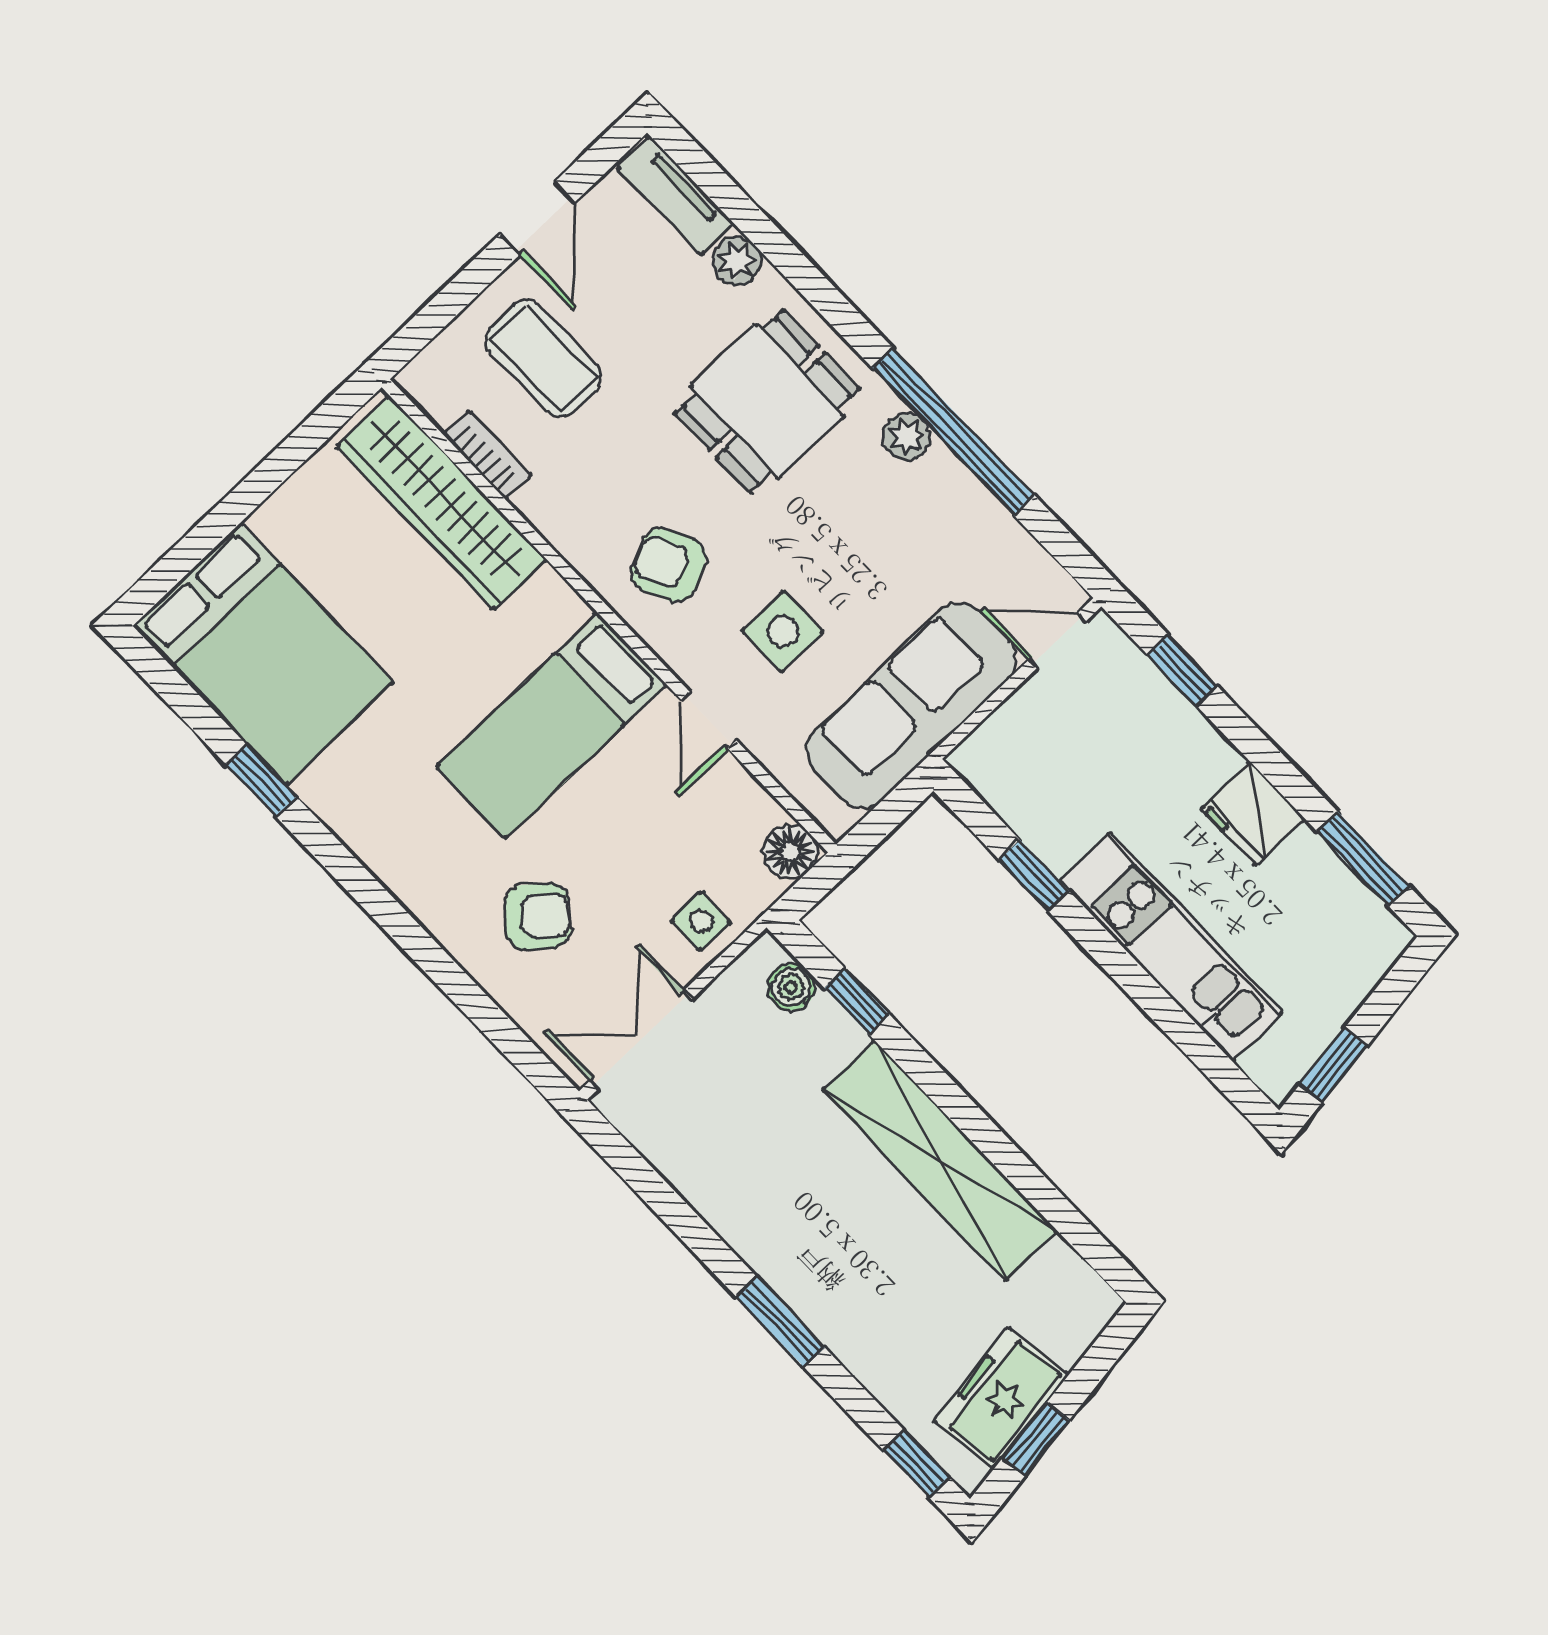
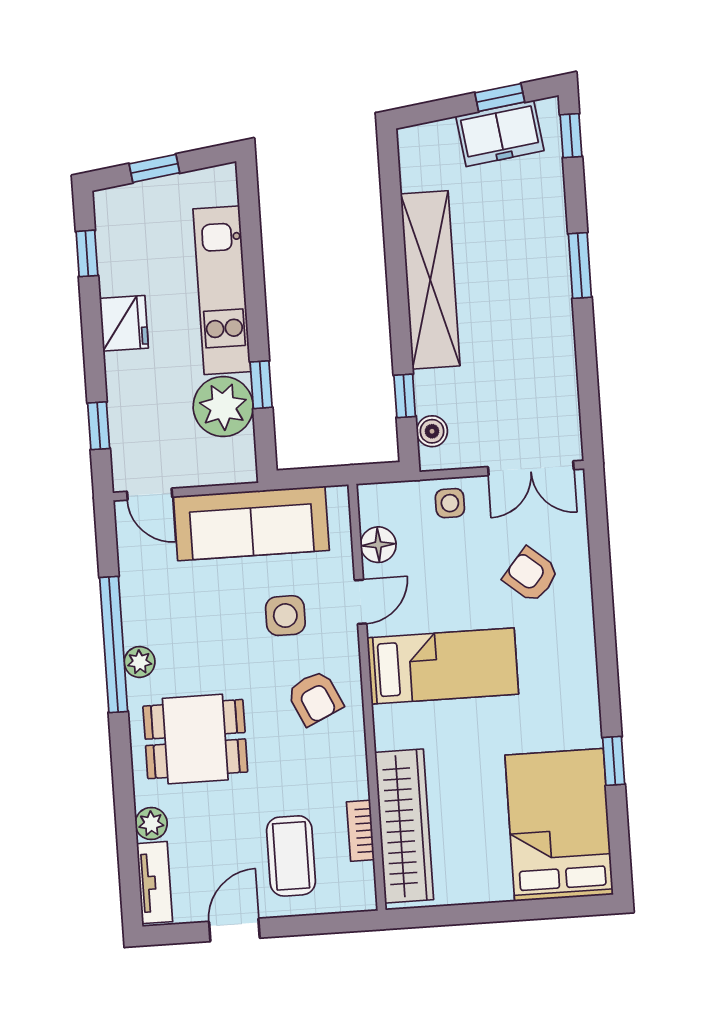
plant: (1057, 813) -> (223, 407), added
floor lamp: (790, 852) -> (378, 545), moved
window: (1363, 859) -> (87, 253), width x0.67
window: (1334, 1065) -> (154, 168), moved

